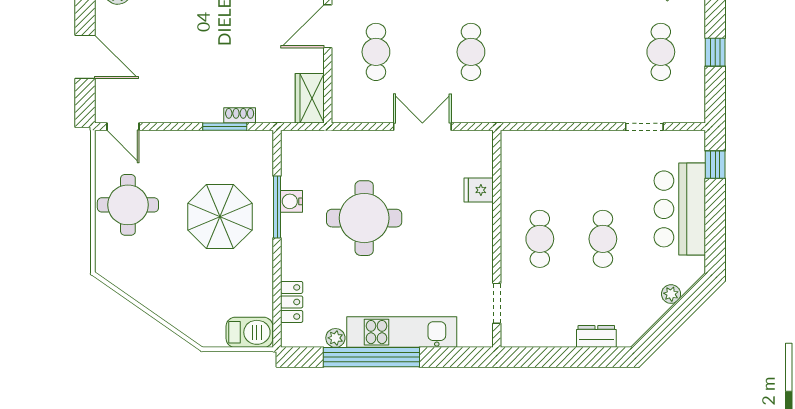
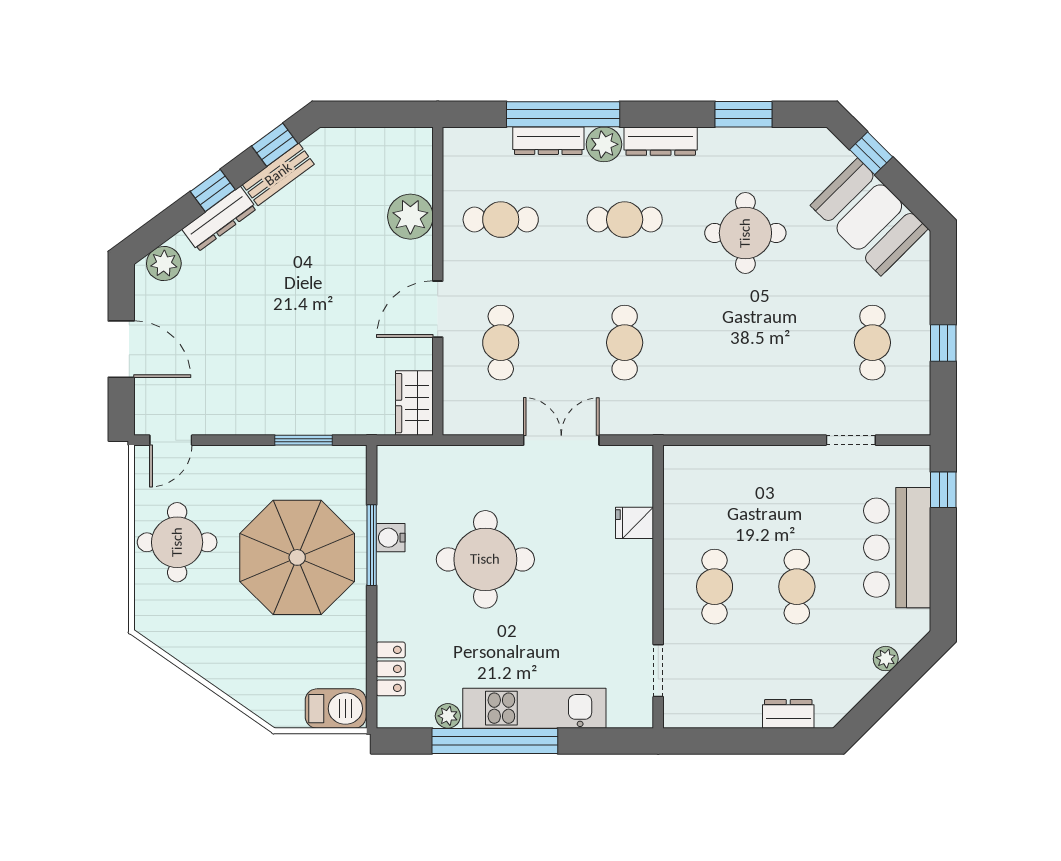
shoe rack: (240, 115) -> (323, 425), removed
door: (123, 127) -> (171, 440), hinge flipped
parasol: (220, 217) -> (297, 557), width x1.36, depth x1.36

